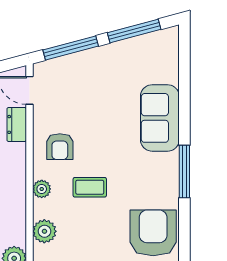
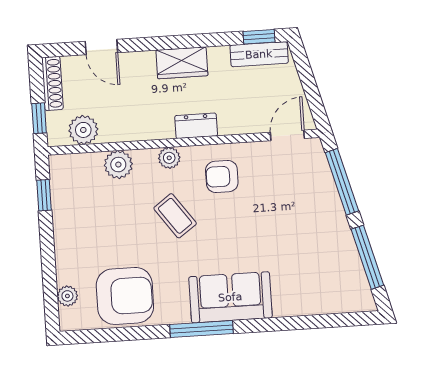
sofa: (160, 118) -> (230, 297), moved
dresser: (17, 124) -> (196, 126), moved
coffee table: (90, 187) -> (175, 216), turned -36

